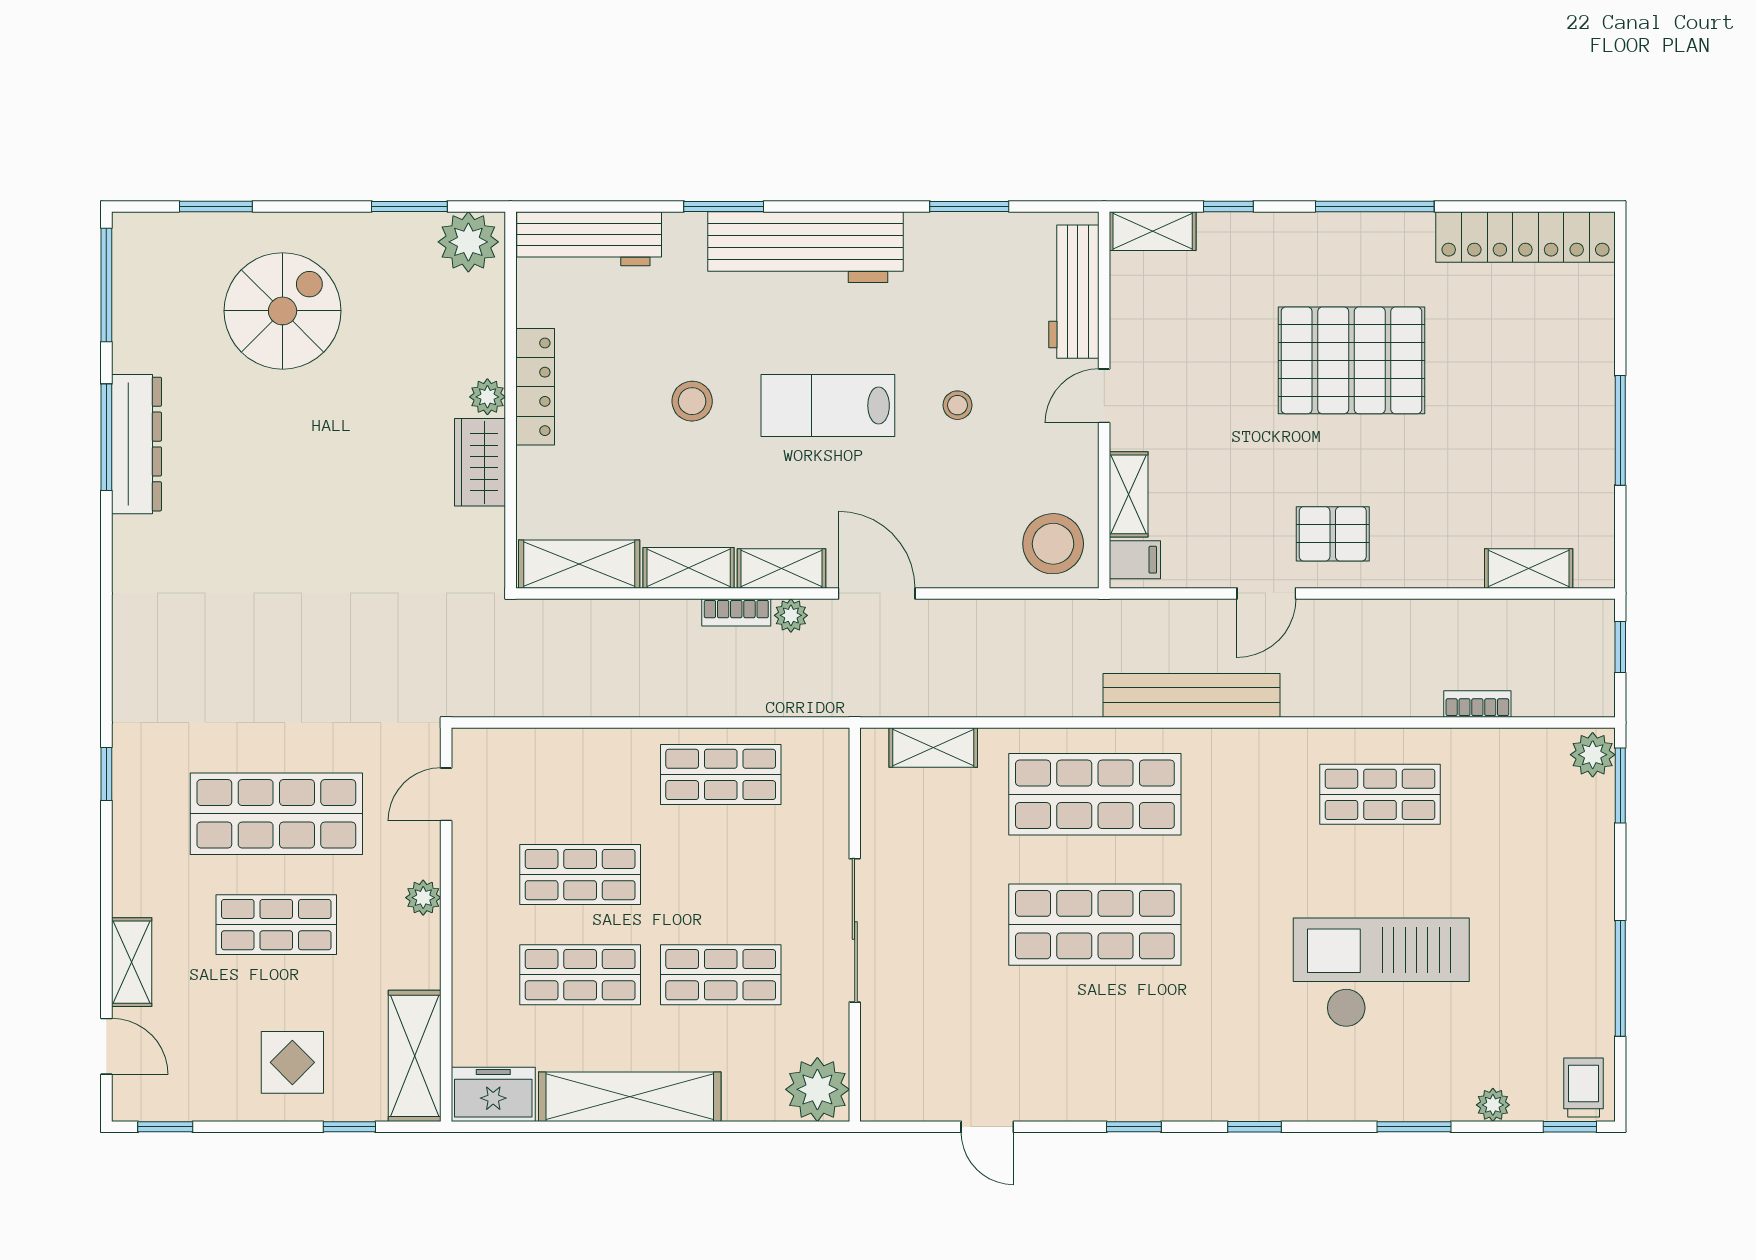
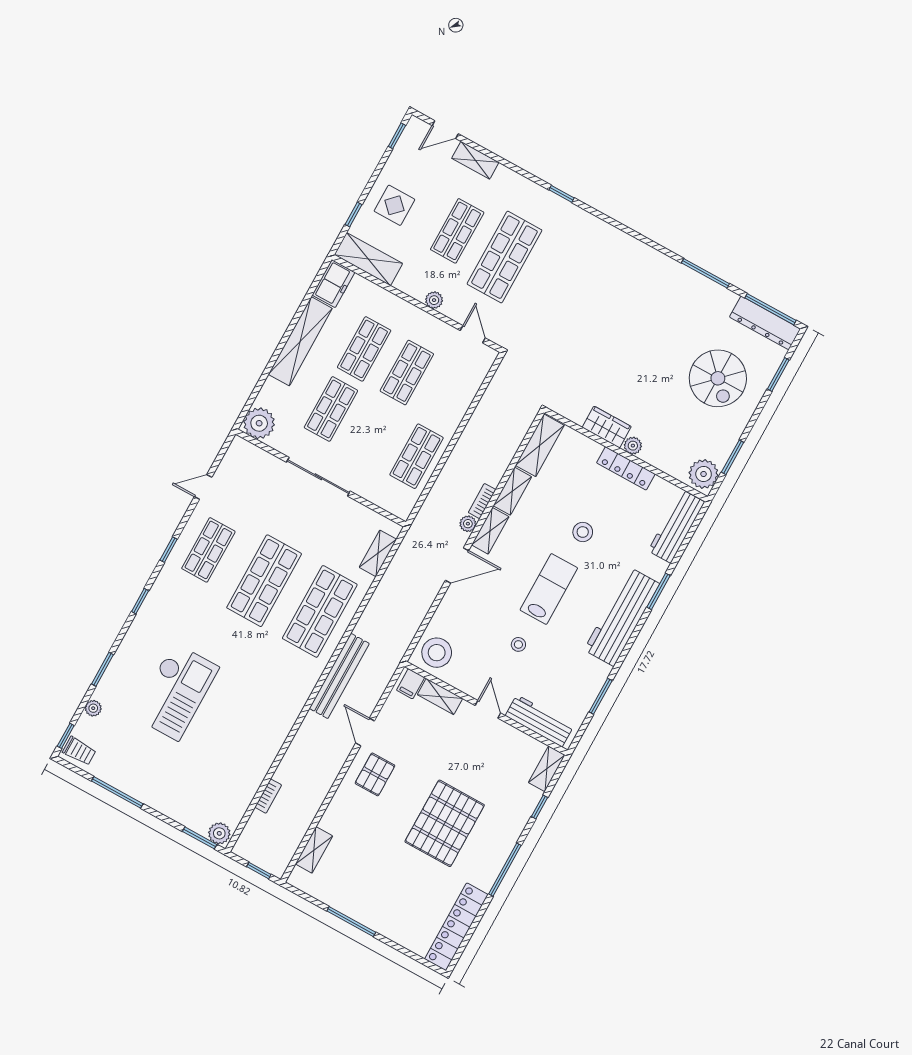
dresser: (136, 444) -> (765, 323), moved
shop shelf: (1380, 794) -> (208, 550), moved

